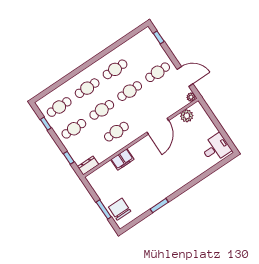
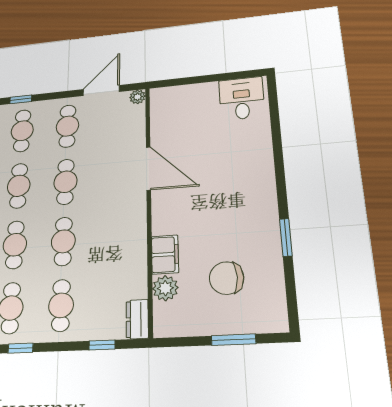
plant: (187, 116) -> (165, 288), moved
cafe table: (116, 132) -> (22, 131), moved
chair: (120, 209) -> (227, 278), moved

